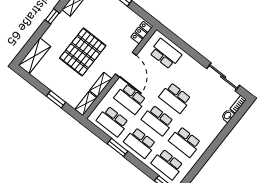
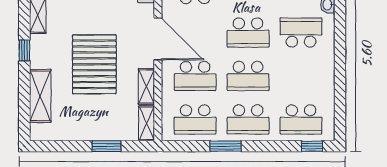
shelving: (34, 56) -> (40, 96), moved
school desk: (185, 142) -> (301, 33), moved, turned 180

